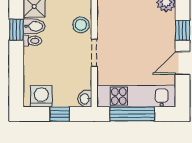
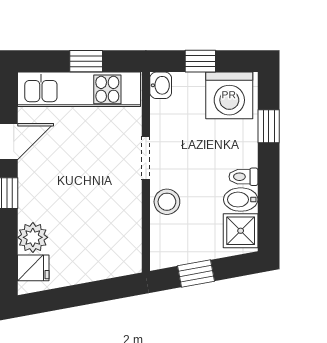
window: (16, 30) -> (269, 126), moved
washing machine: (41, 96) -> (229, 95), width x1.37, depth x1.37
window: (132, 114) -> (86, 61), width x0.46

